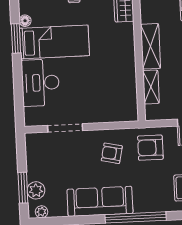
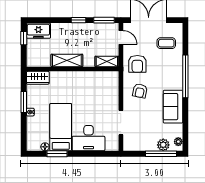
shelving: (151, 87) -> (107, 61), moved
window: (23, 188) -> (161, 154), width x1.44
sofa: (100, 201) -> (173, 107), width x0.73

